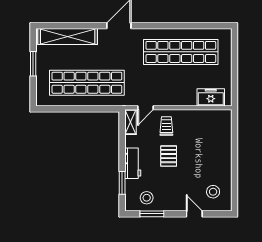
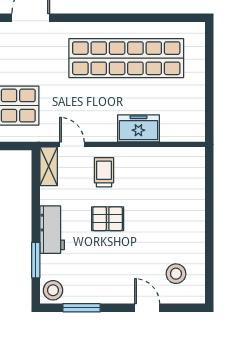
freezer: (211, 97) -> (138, 128), moved
door: (146, 108) -> (72, 144), swing flipped
pallet: (169, 156) -> (108, 219), turned 90
stool: (147, 198) -> (53, 290), moved

